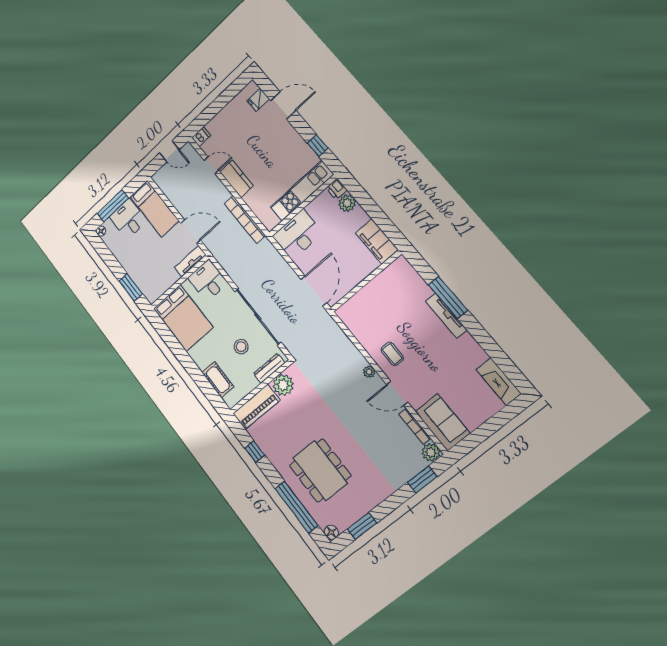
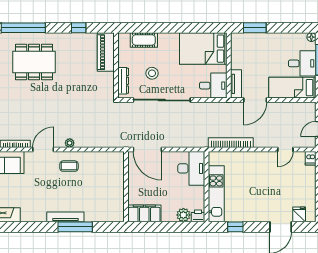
kitchen counter: (236, 179) -> (262, 159), removed
plant: (283, 385) -> (105, 81), removed

